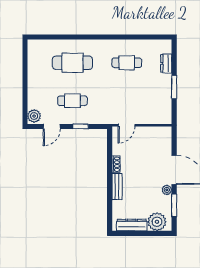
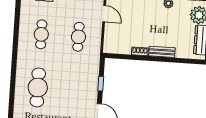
cafe table: (72, 101) -> (78, 37), moved
door: (127, 125) -> (104, 14), moved

